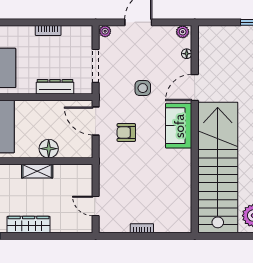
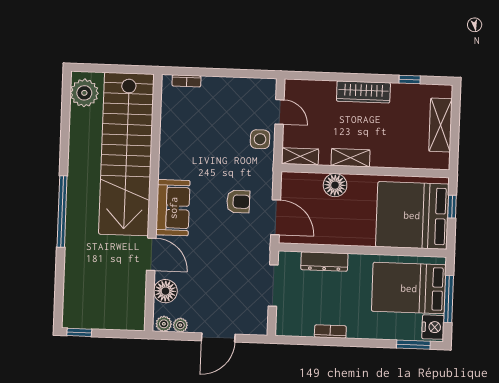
plant: (105, 31) -> (180, 325), moved
floor lamp: (187, 54) -> (165, 291), width x1.89, depth x1.89
side table: (143, 88) -> (260, 139), moved
door: (195, 88) -> (151, 254), hinge flipped
shelving: (78, 171) -> (300, 156), added
bookcase: (142, 228) -> (186, 81), moved

